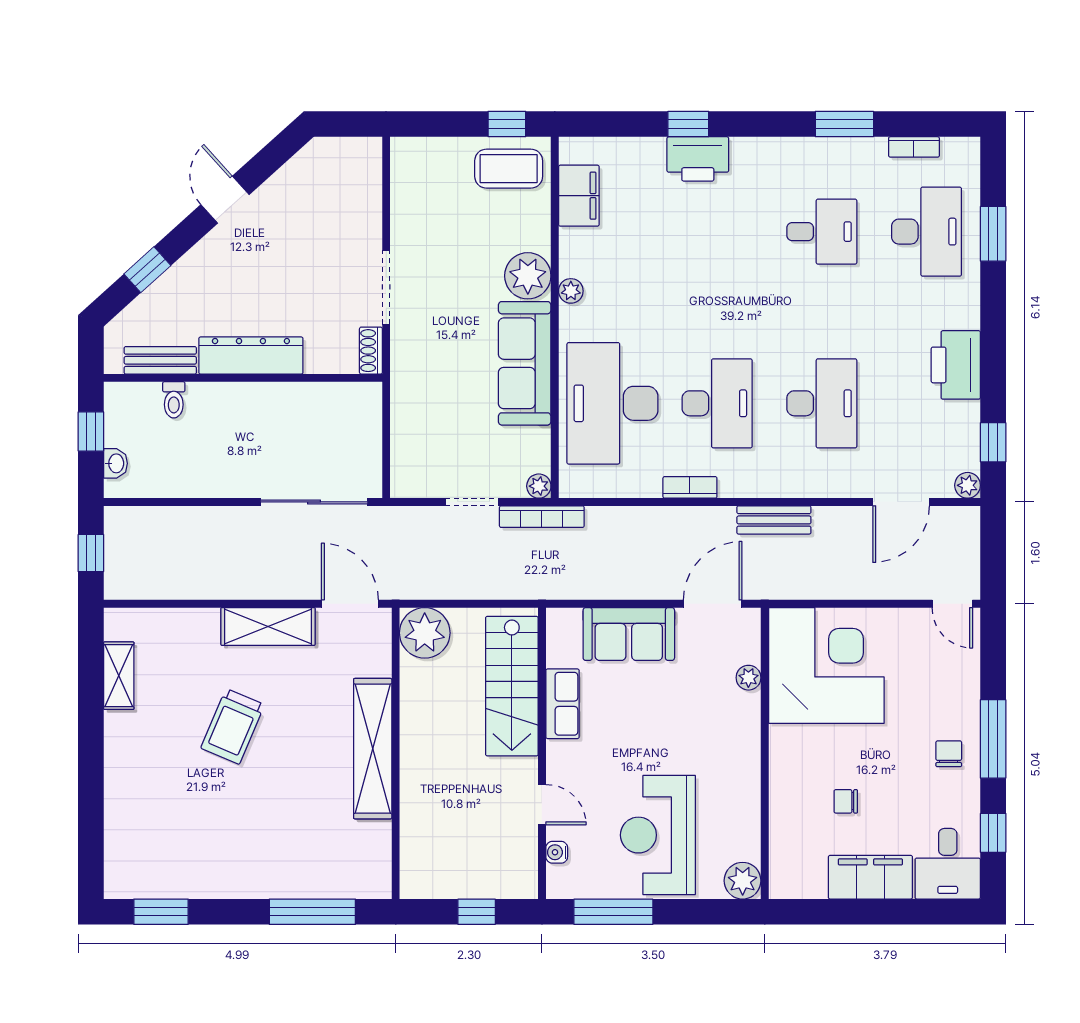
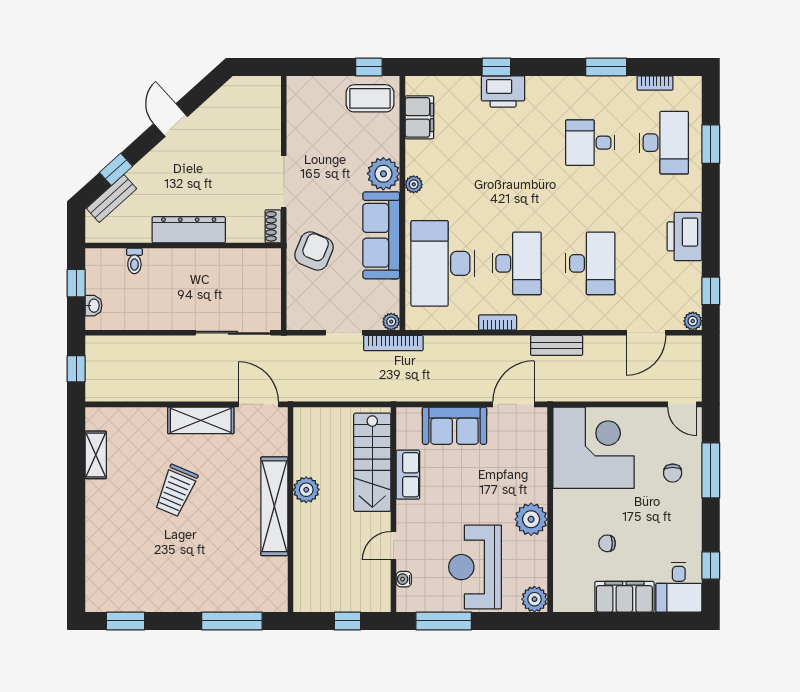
desk: (822, 232) -> (590, 143), turned 180
bench: (160, 360) -> (112, 198), moved, turned -42
armchair: (429, 386) -> (314, 251), added
plant: (425, 633) -> (306, 490), moved, width x0.73, depth x0.73
plant: (748, 678) -> (531, 519), moved, width x1.88, depth x1.88
window: (993, 739) -> (711, 470), moved
chair: (949, 754) -> (673, 473), moved, turned 180
door: (542, 805) -> (393, 546), swing flipped

